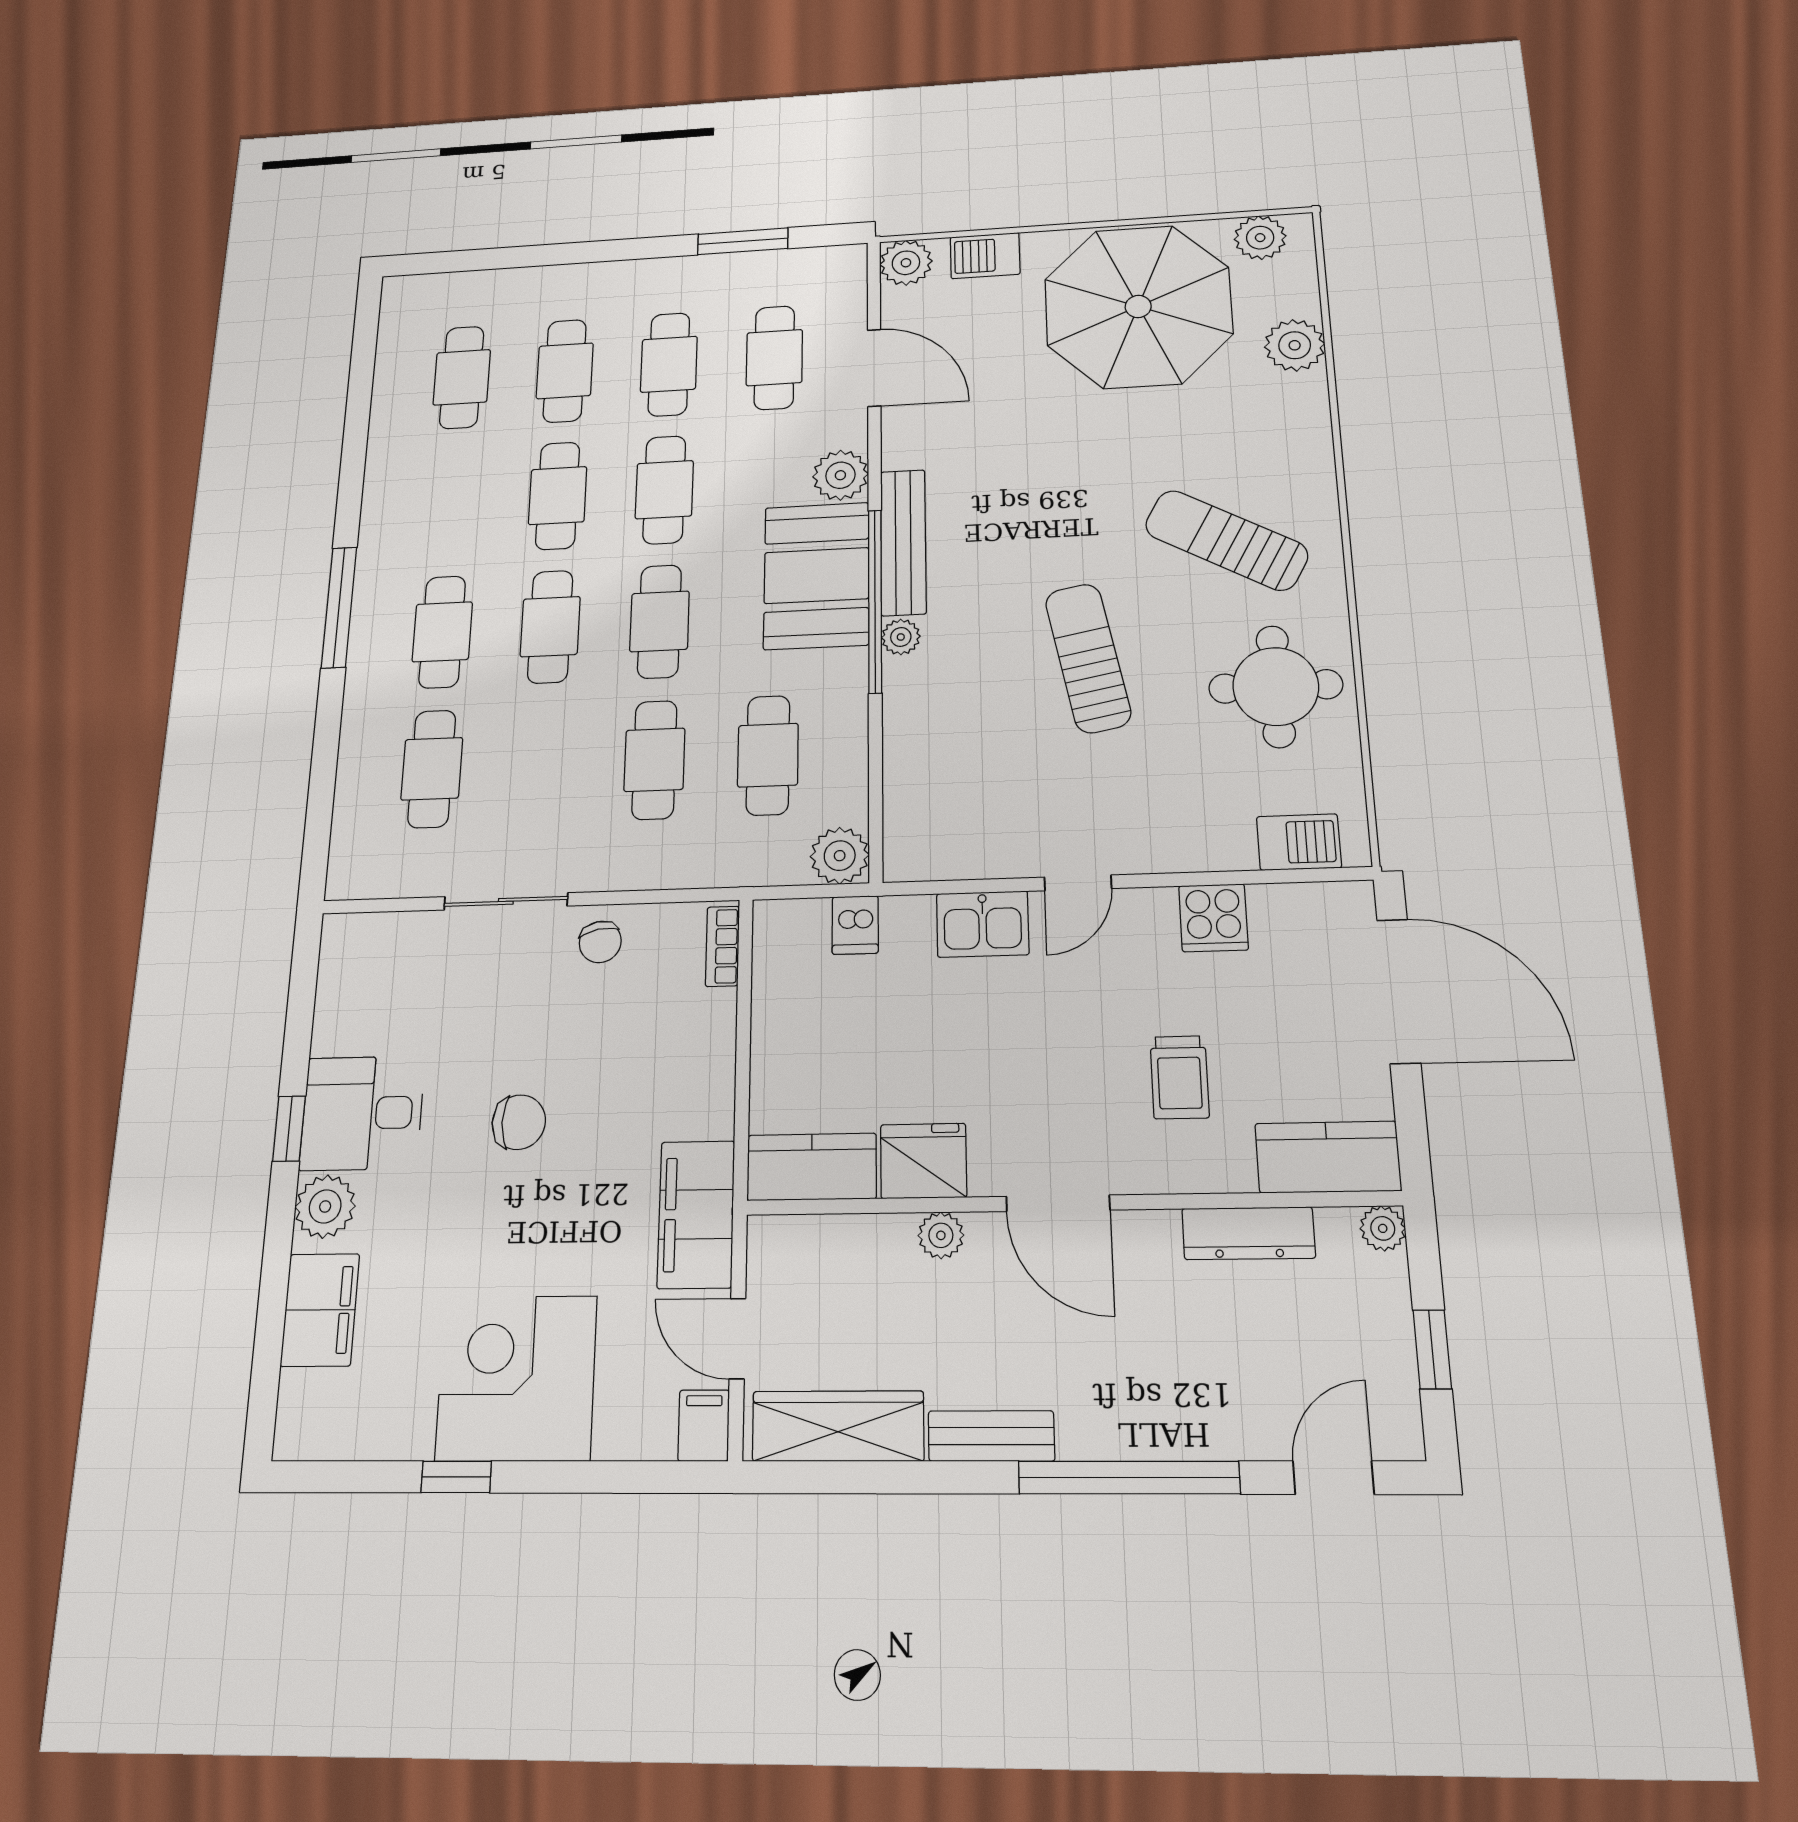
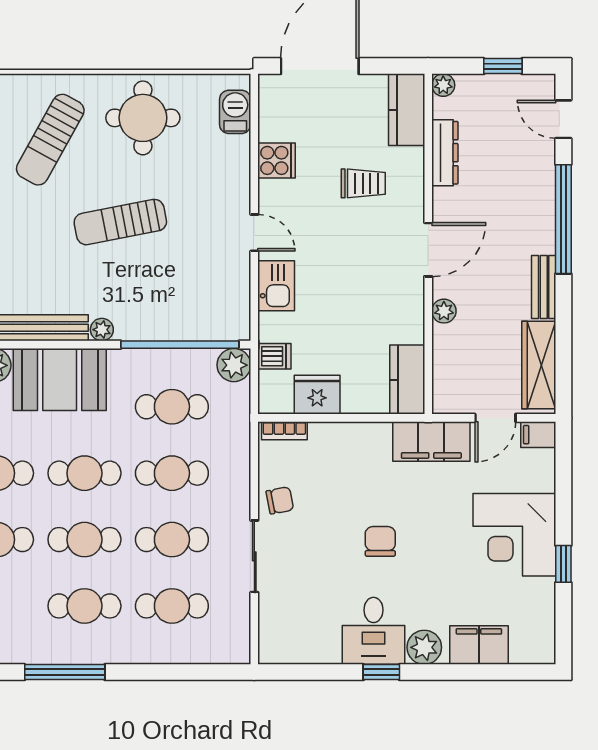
window: (875, 601) -> (180, 345), moved
cafe table: (542, 764) -> (172, 540), added
fridge: (923, 1161) -> (317, 395), moved, turned 90

